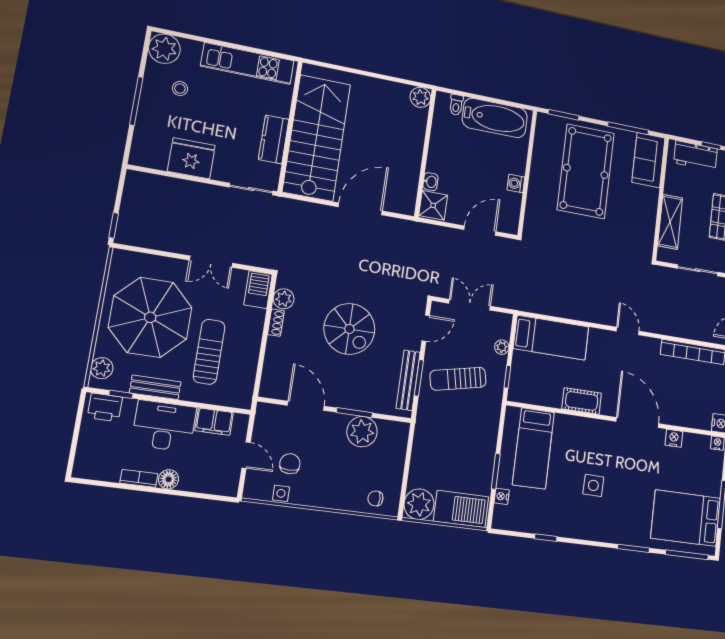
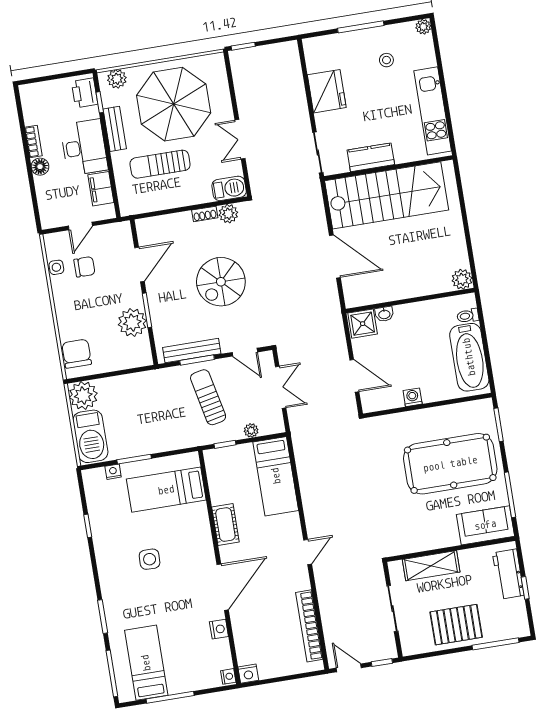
plant: (164, 49) -> (423, 27), width x0.53, depth x0.53
sun lounger: (209, 352) -> (160, 164), turned 180
chair: (375, 498) -> (77, 354), width x1.87, depth x1.87
bed: (686, 518) -> (146, 663), width x0.67

